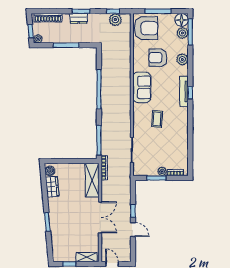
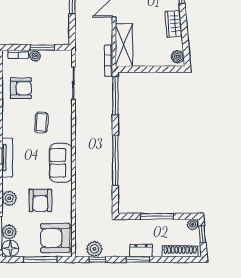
armchair: (158, 58) -> (40, 200), turned 90
armchair: (173, 146) -> (21, 88), added
wardrobe: (52, 187) -> (174, 24), moved

